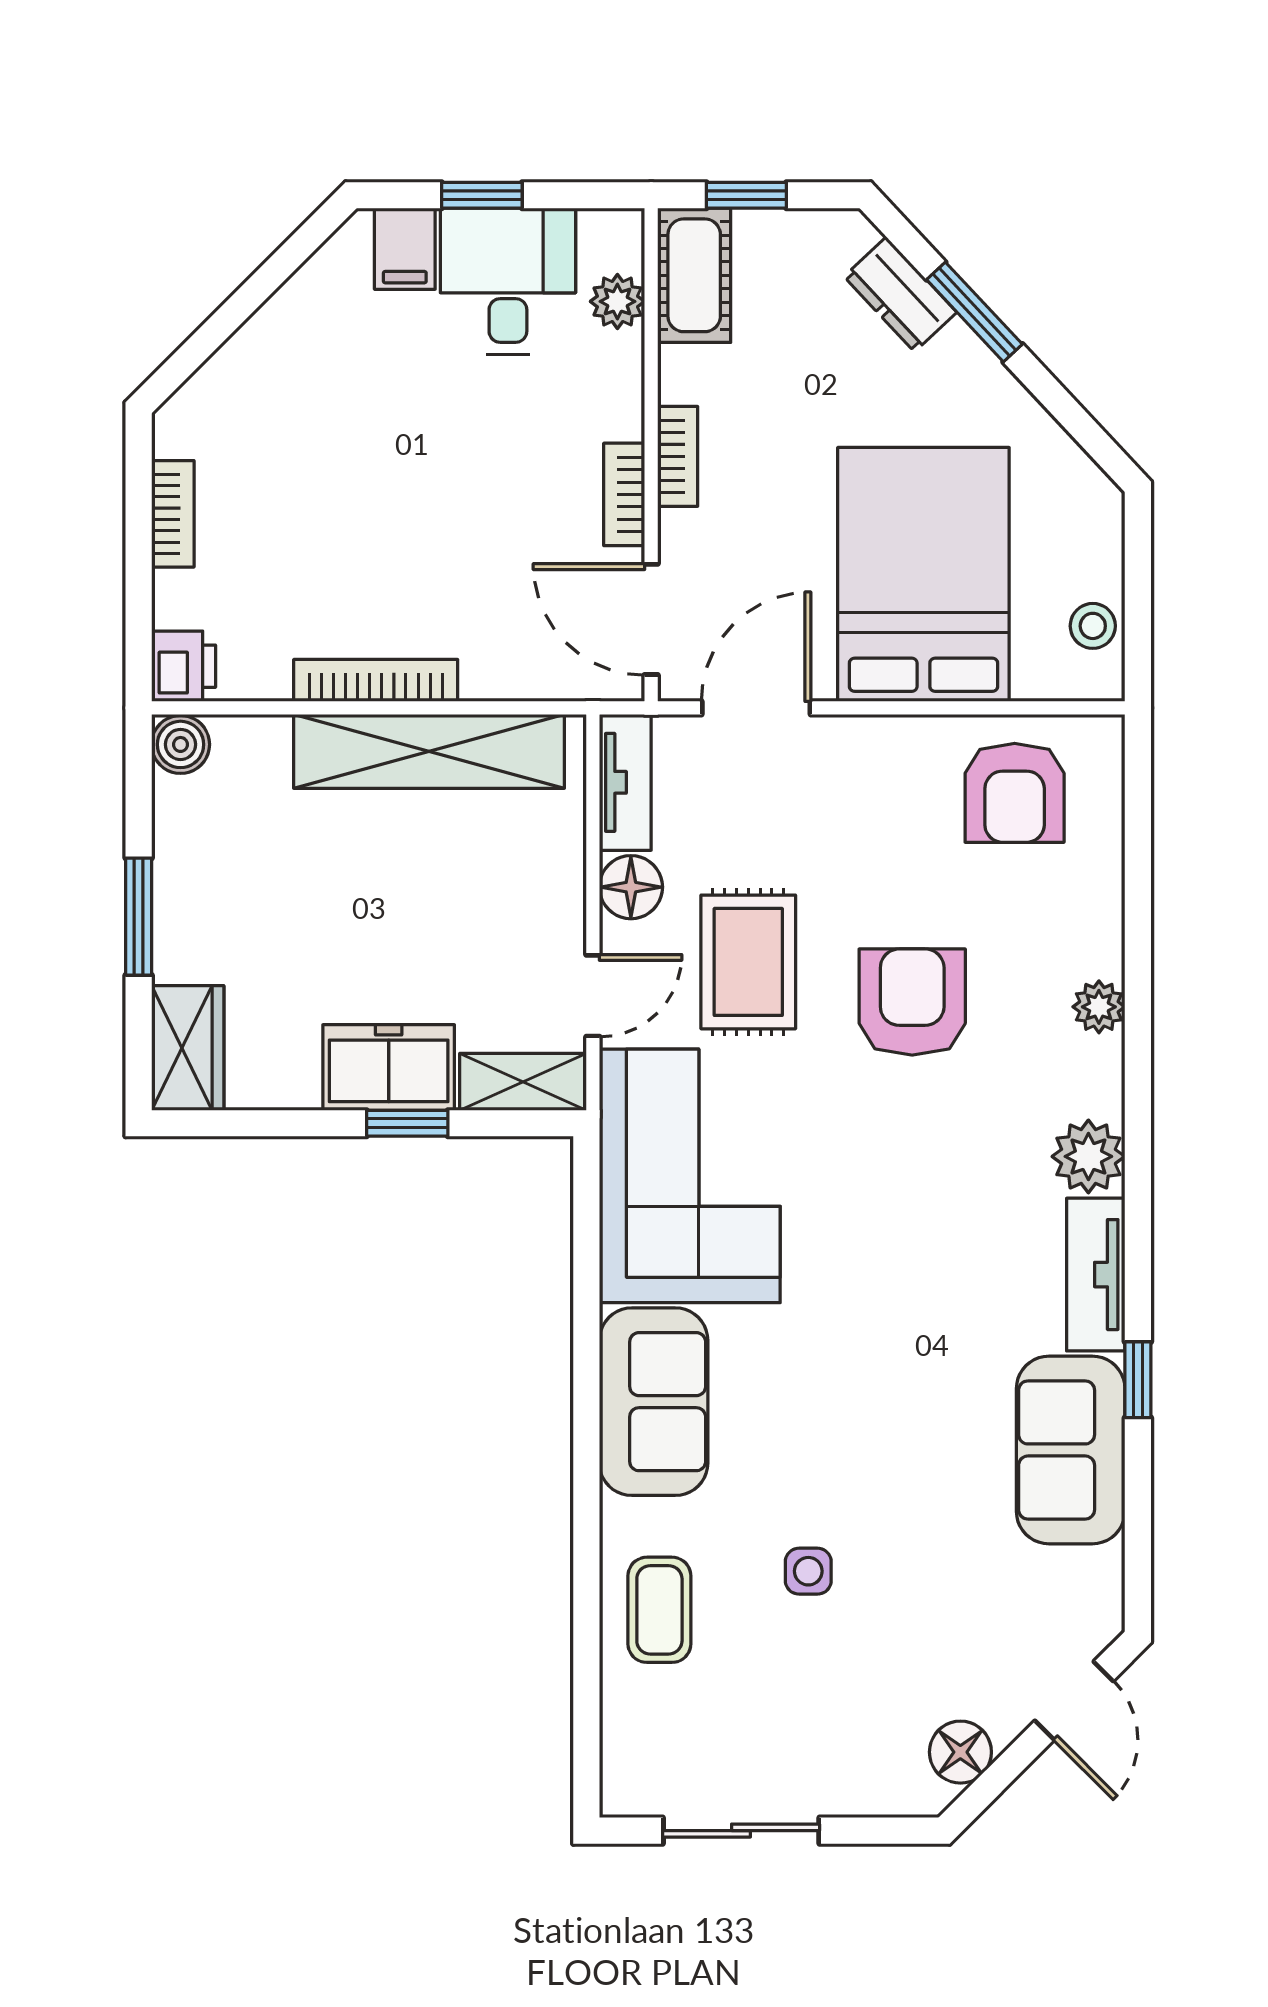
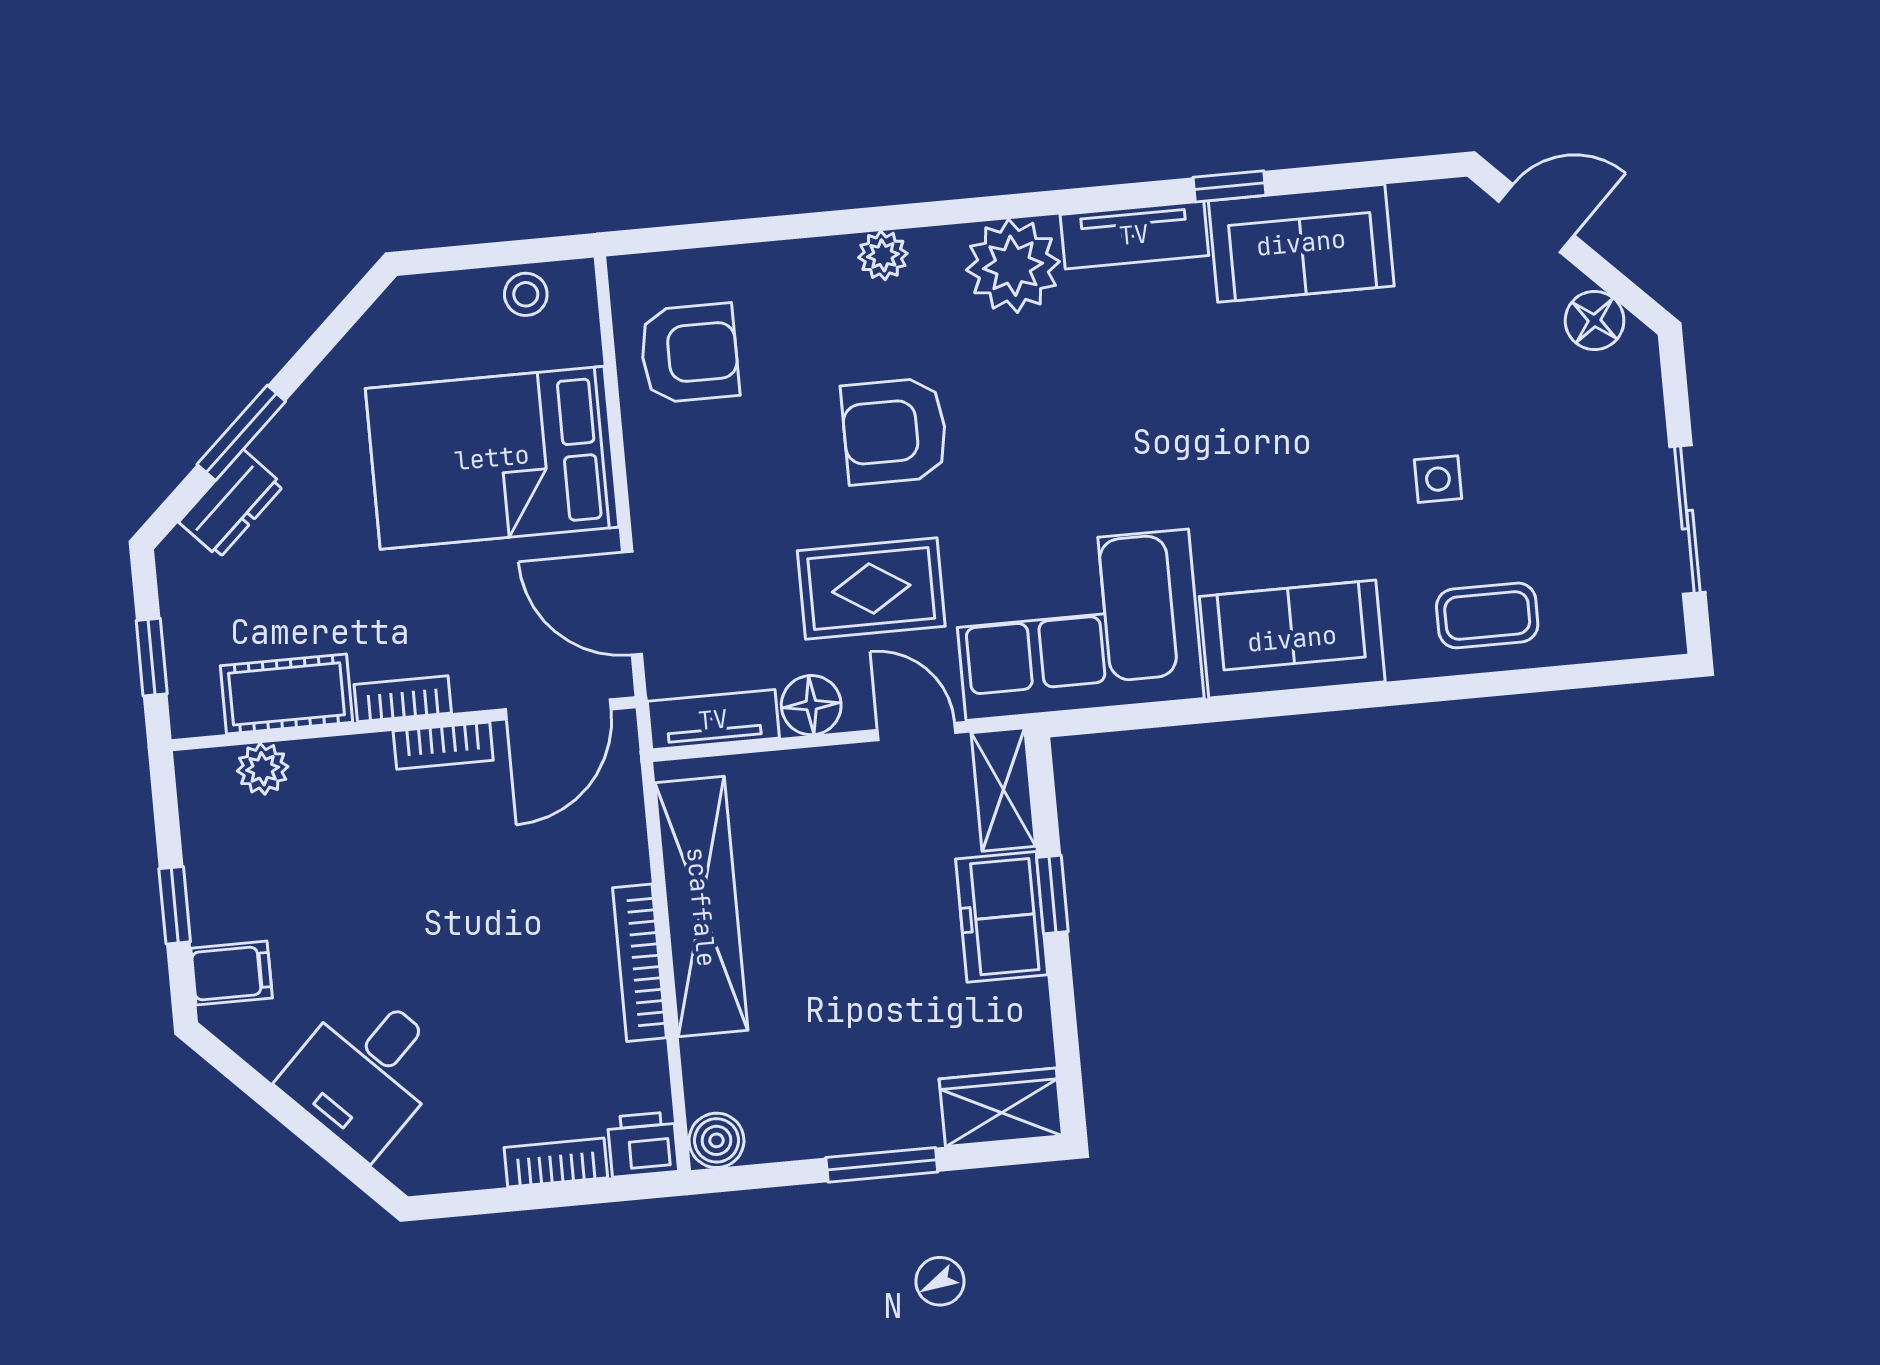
cot: (694, 275) -> (287, 694), moved
desk: (508, 281) -> (365, 1072), moved, turned -45
bookcase: (173, 514) -> (556, 1163), moved
plant: (1088, 1156) -> (1013, 266), width x1.36, depth x1.36

